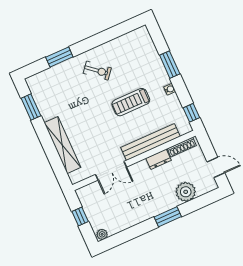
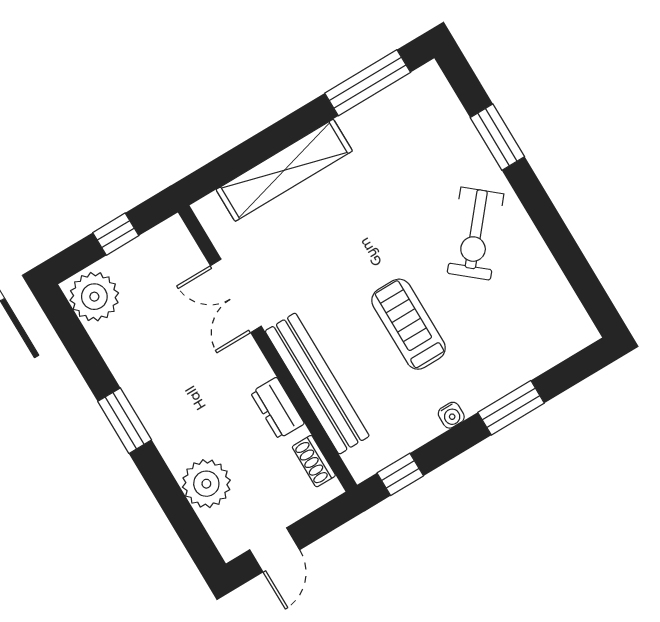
exercise bike: (97, 71) -> (476, 234), width x1.38, depth x1.39
window: (31, 107) -> (368, 83), width x1.44
shoe rack: (182, 147) -> (314, 461), width x0.70
window: (168, 217) -> (125, 421), moved
plant: (102, 234) -> (94, 297), width x1.87, depth x1.87

